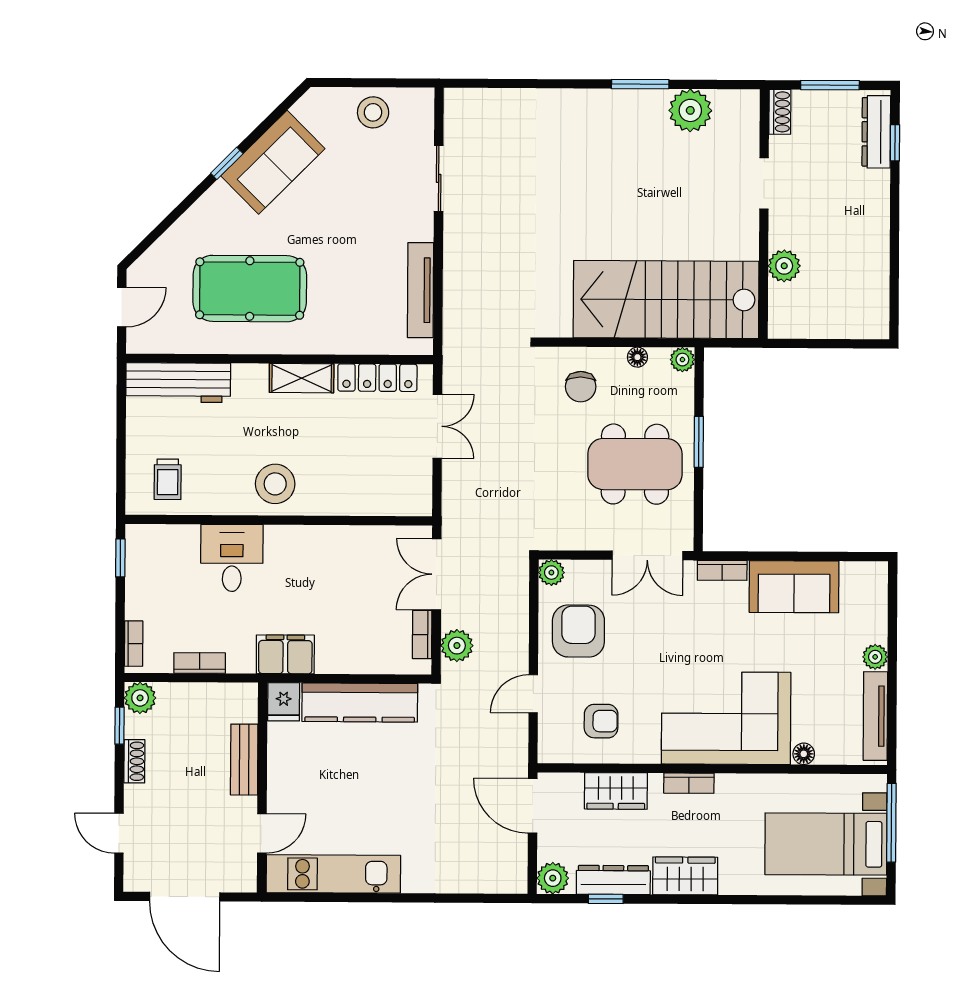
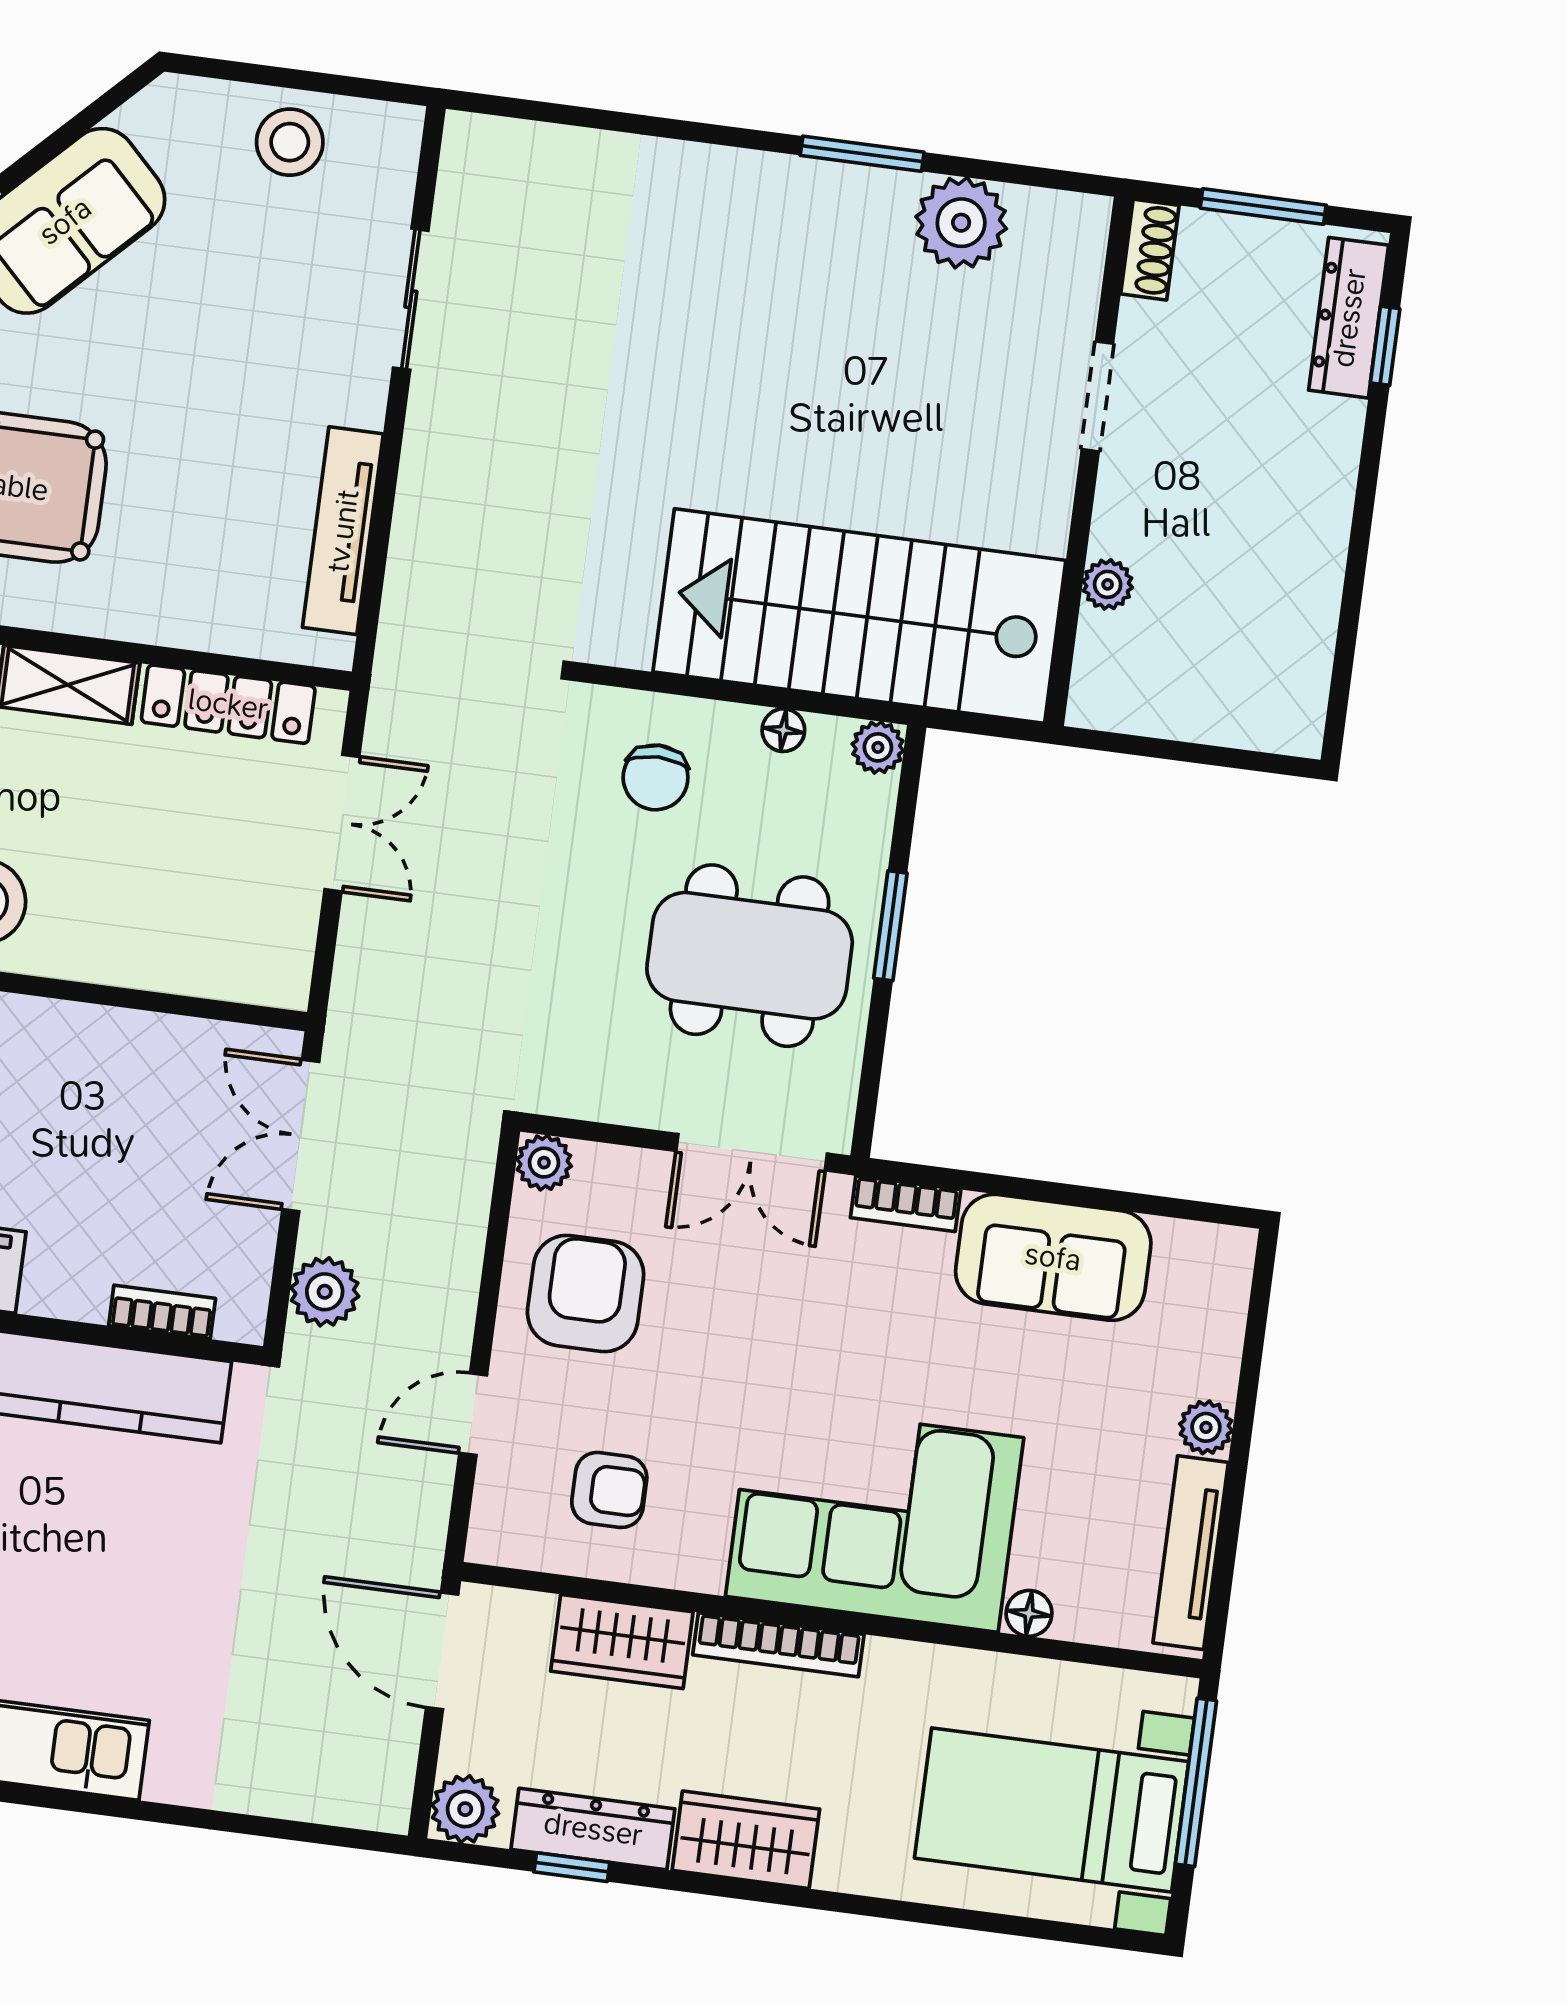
plant: (784, 266) -> (1108, 584), width x0.73, depth x0.73
bookcase: (422, 635) -> (162, 1312), moved, turned 90
bookcase: (689, 783) -> (778, 1645), width x1.56

